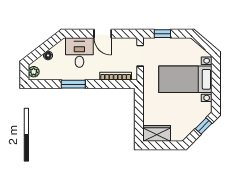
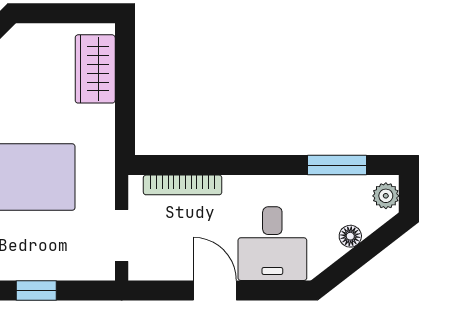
window: (162, 34) -> (36, 291), moved
window: (73, 84) -> (337, 165), moved
wardrobe: (157, 133) -> (95, 69), moved, turned 90

